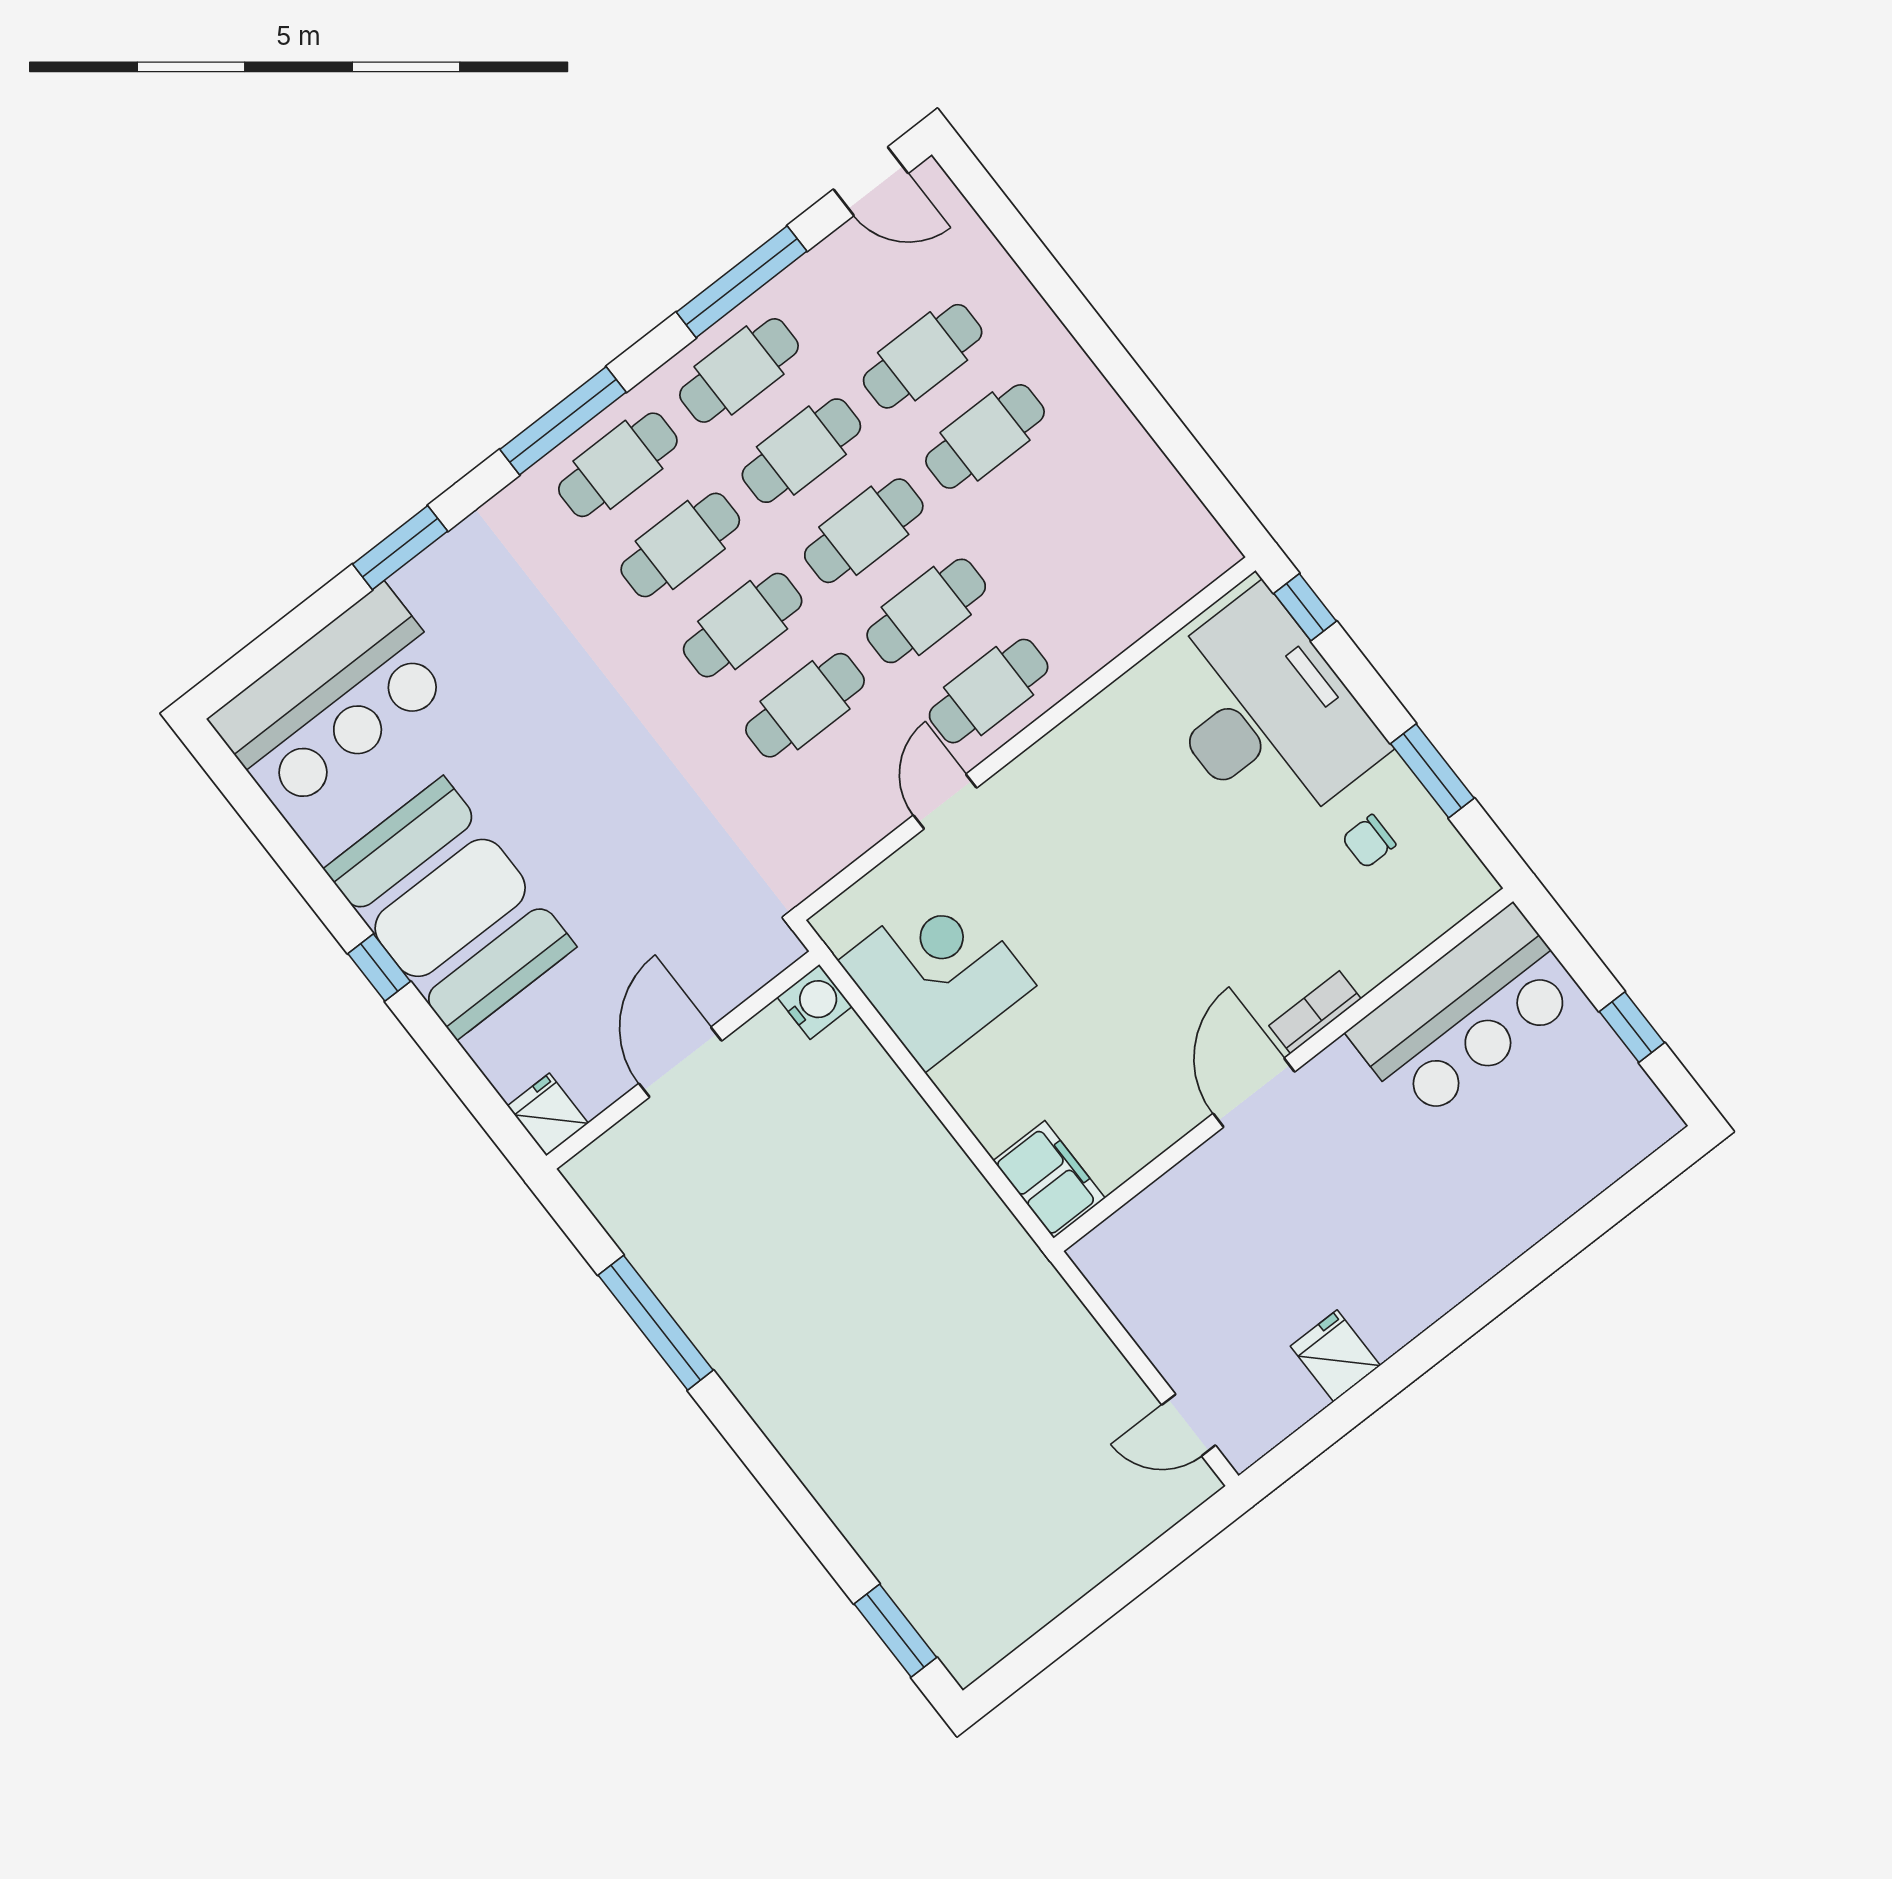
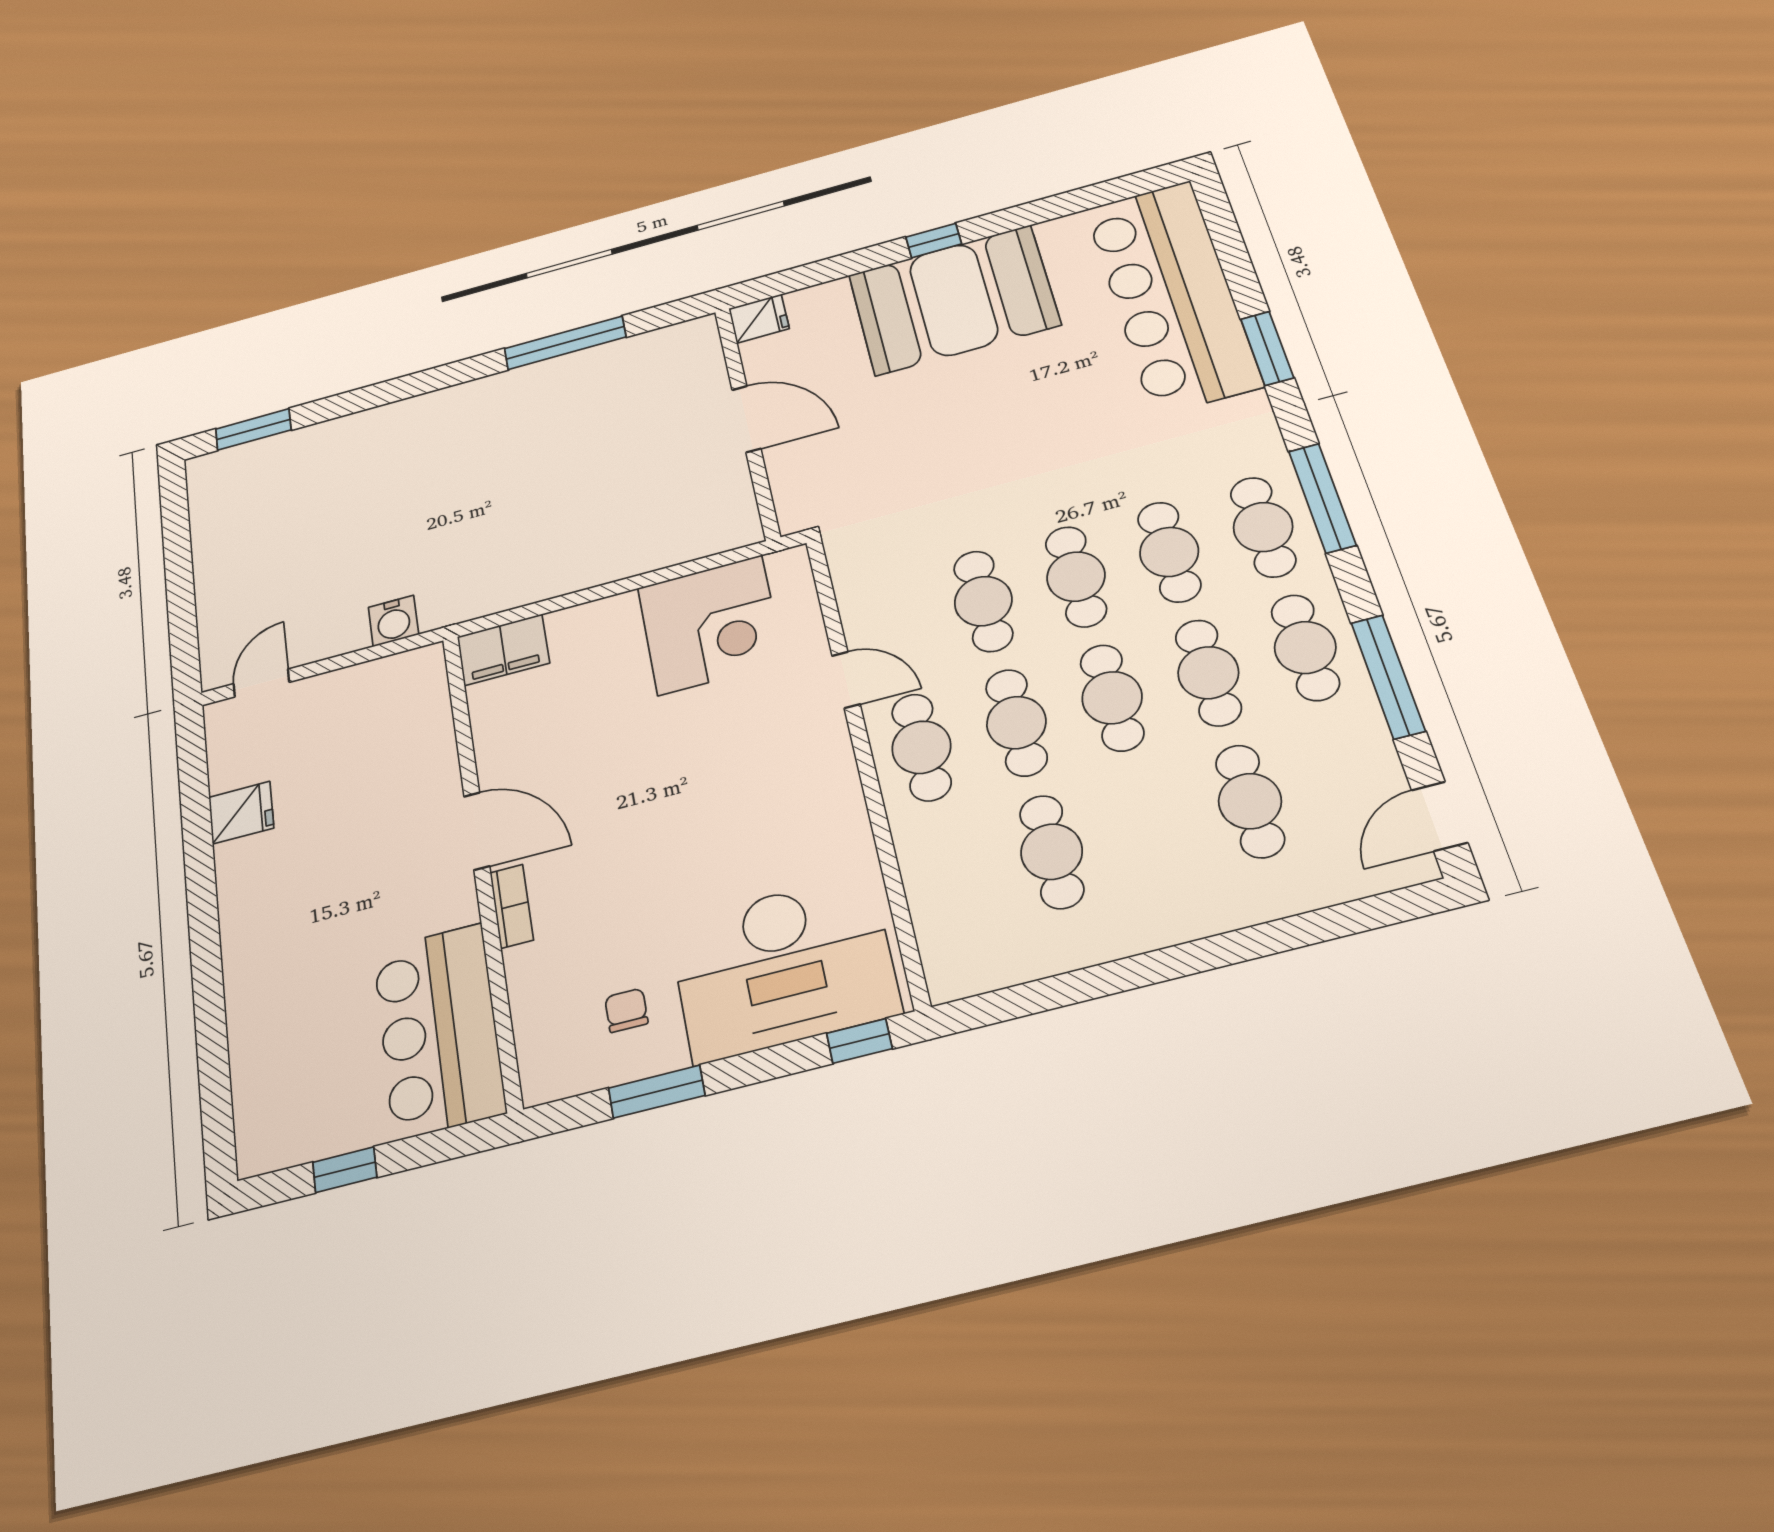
cafe table: (985, 436) -> (1052, 852), moved
bar counter: (334, 699) -> (1172, 296), width x1.36
water cooler: (815, 1002) -> (393, 621), moved

